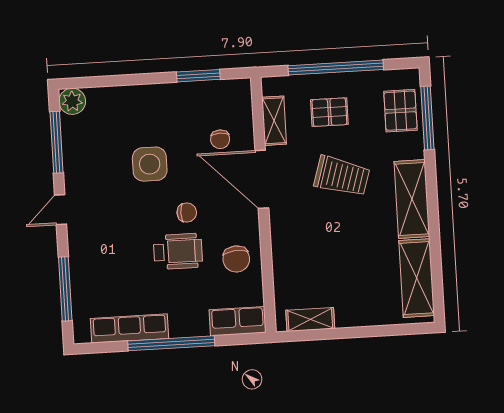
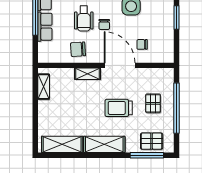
window: (198, 76) -> (177, 17), moved
shelving: (274, 121) -> (88, 74), moved
trolley: (342, 176) -> (119, 108), turned 73
door: (262, 179) -> (120, 65), hinge flipped
row of seats: (238, 321) -> (45, 27), moved

